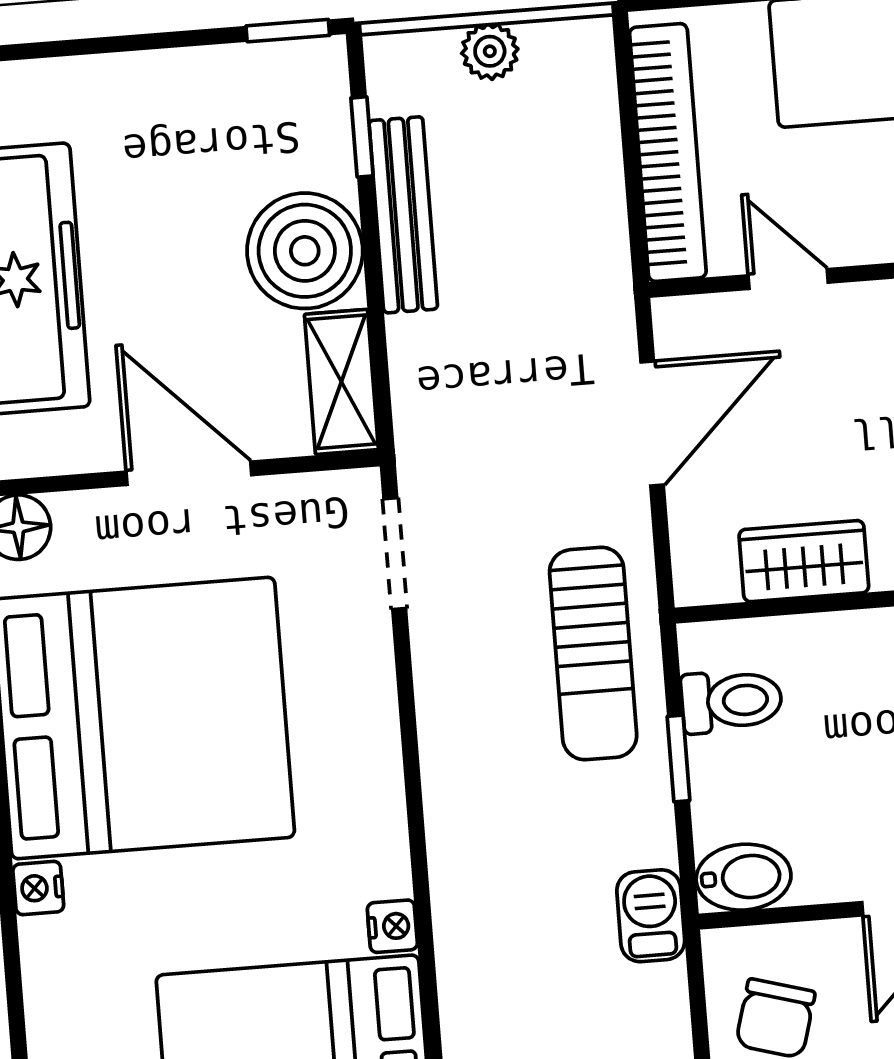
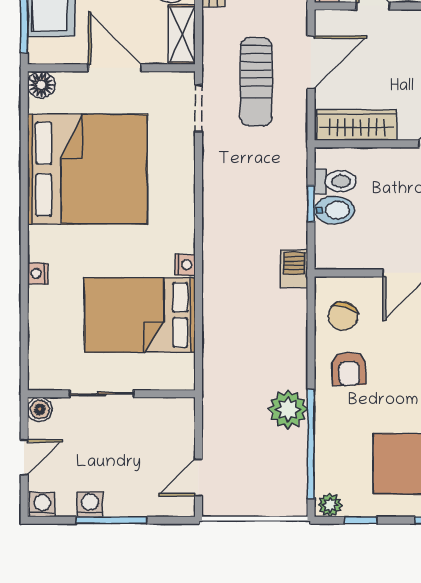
wardrobe: (804, 561) -> (357, 125), width x1.50
sun lounger: (593, 654) -> (256, 82), moved
bidet: (744, 877) -> (334, 210), moved
nightstand: (38, 888) -> (38, 274), moved

